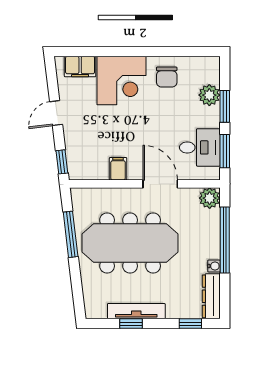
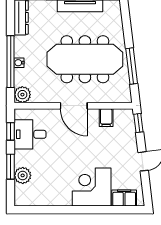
chair: (167, 77) -> (56, 190), removed
window: (225, 151) -> (11, 131), width x0.67
filing cabinet: (118, 169) -> (106, 118), moved
door: (160, 184) -> (74, 106), moved
water cooler: (214, 266) -> (19, 63), moved

